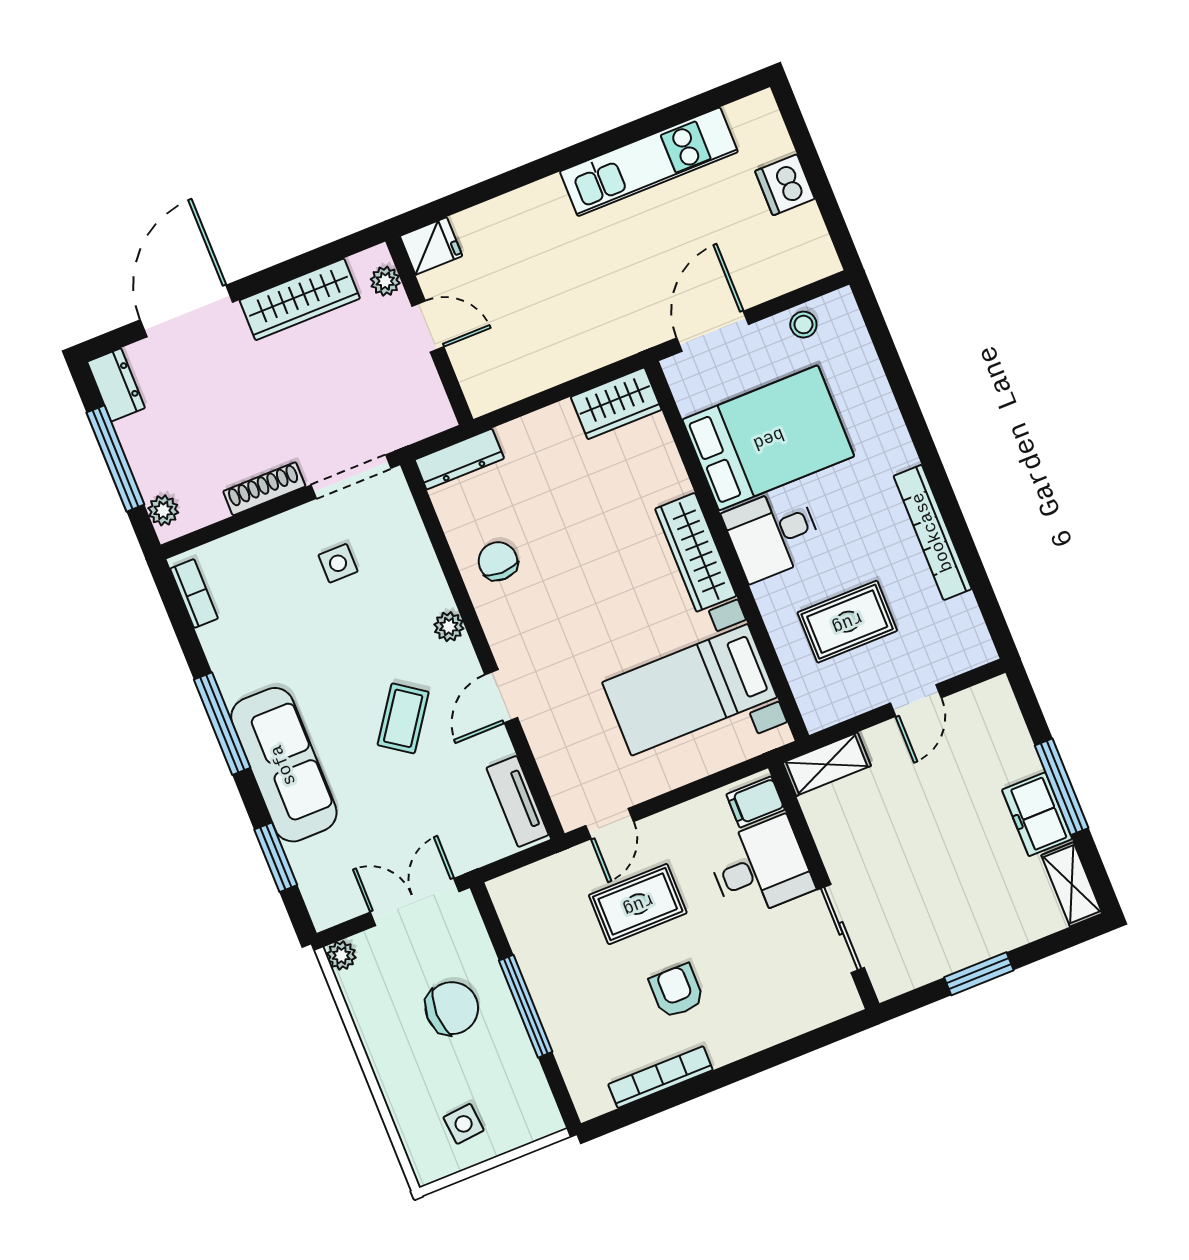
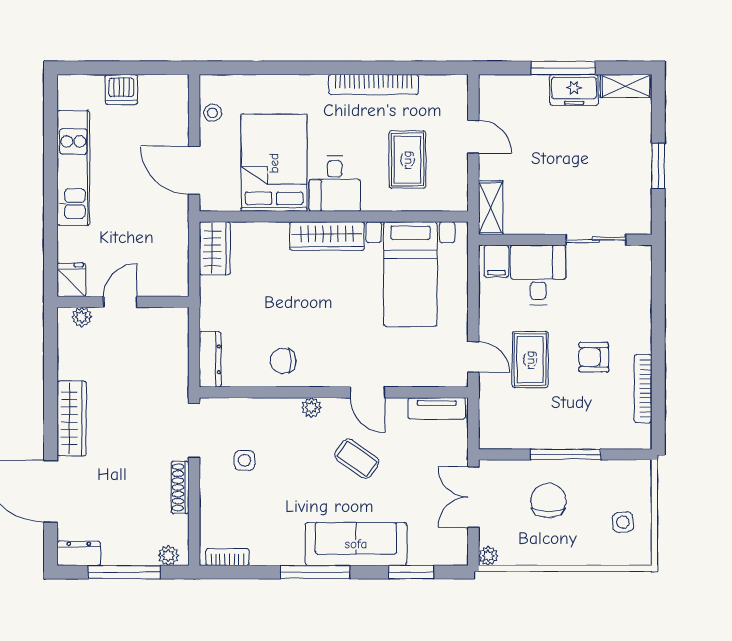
fridge: (431, 246) -> (71, 280), moved
plant: (385, 281) -> (82, 317), moved
door: (428, 326) -> (120, 302), moved
wall: (429, 330) -> (123, 302), moved

